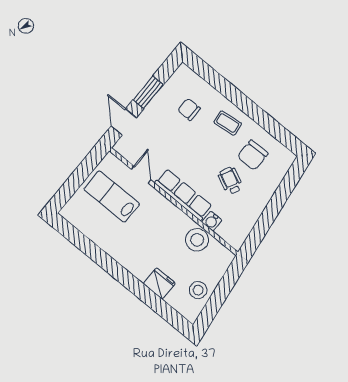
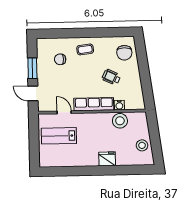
chair: (253, 155) -> (124, 53), moved
fridge: (159, 283) -> (107, 159), moved

